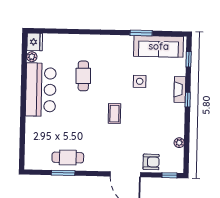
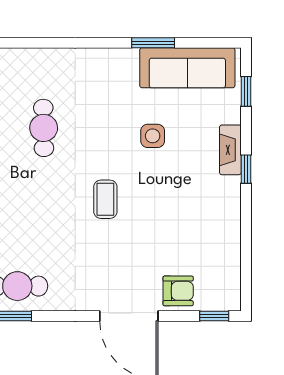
plant: (179, 143) -> (231, 252), removed

